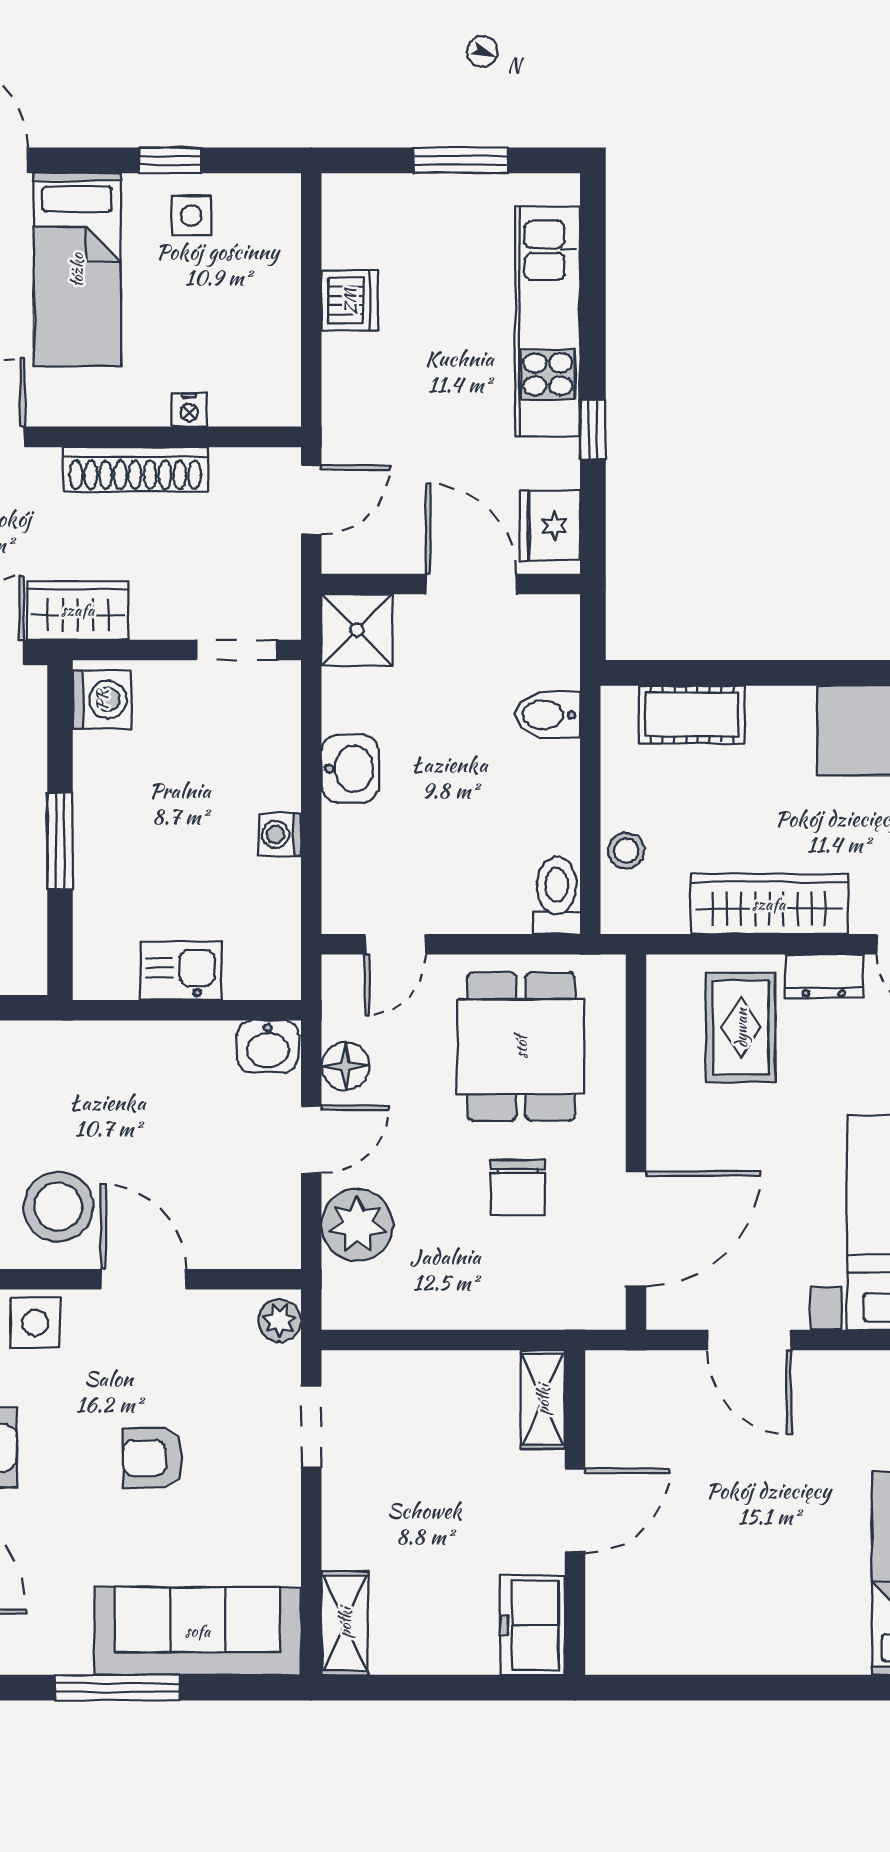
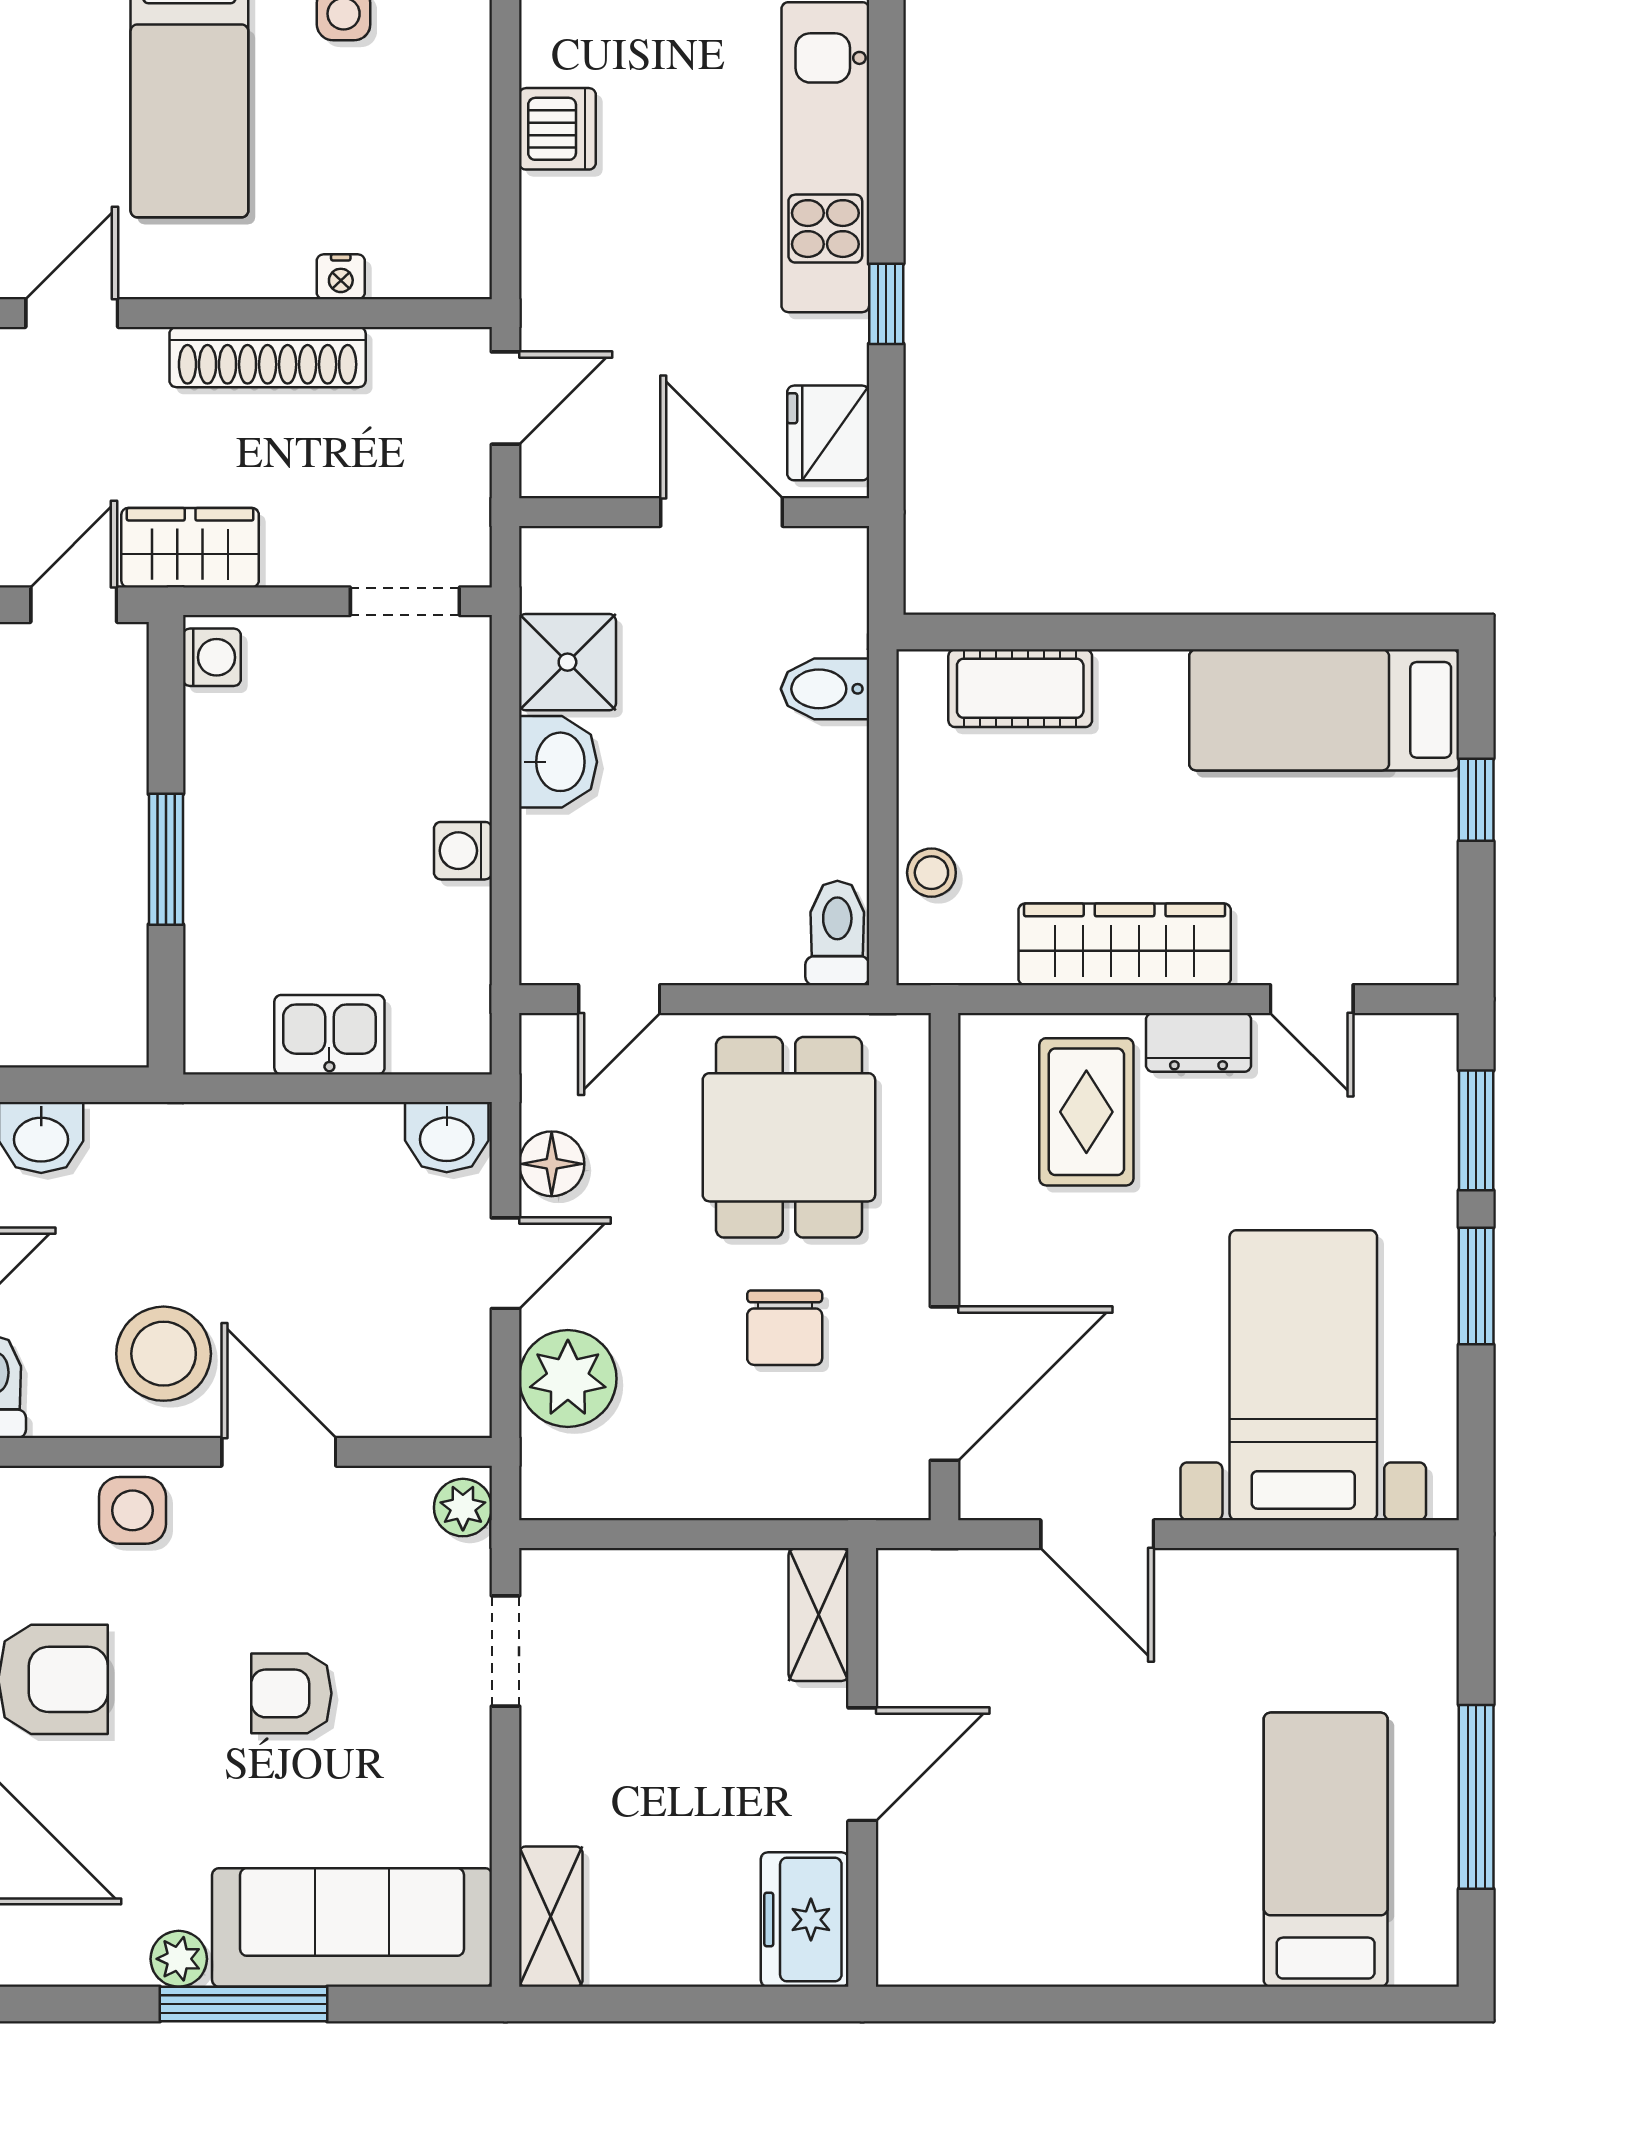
shower: (357, 630) -> (567, 662), moved
washing machine: (102, 700) -> (212, 657), width x0.73, depth x0.73
plant: (69, 1654) -> (179, 1959), added

